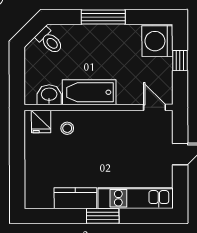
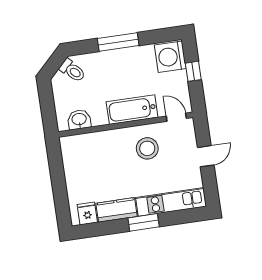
bathtub: (89, 92) -> (132, 110), moved
fridge: (41, 122) -> (87, 213), moved, turned 180
stool: (67, 128) -> (147, 148), moved, width x1.89, depth x1.89

